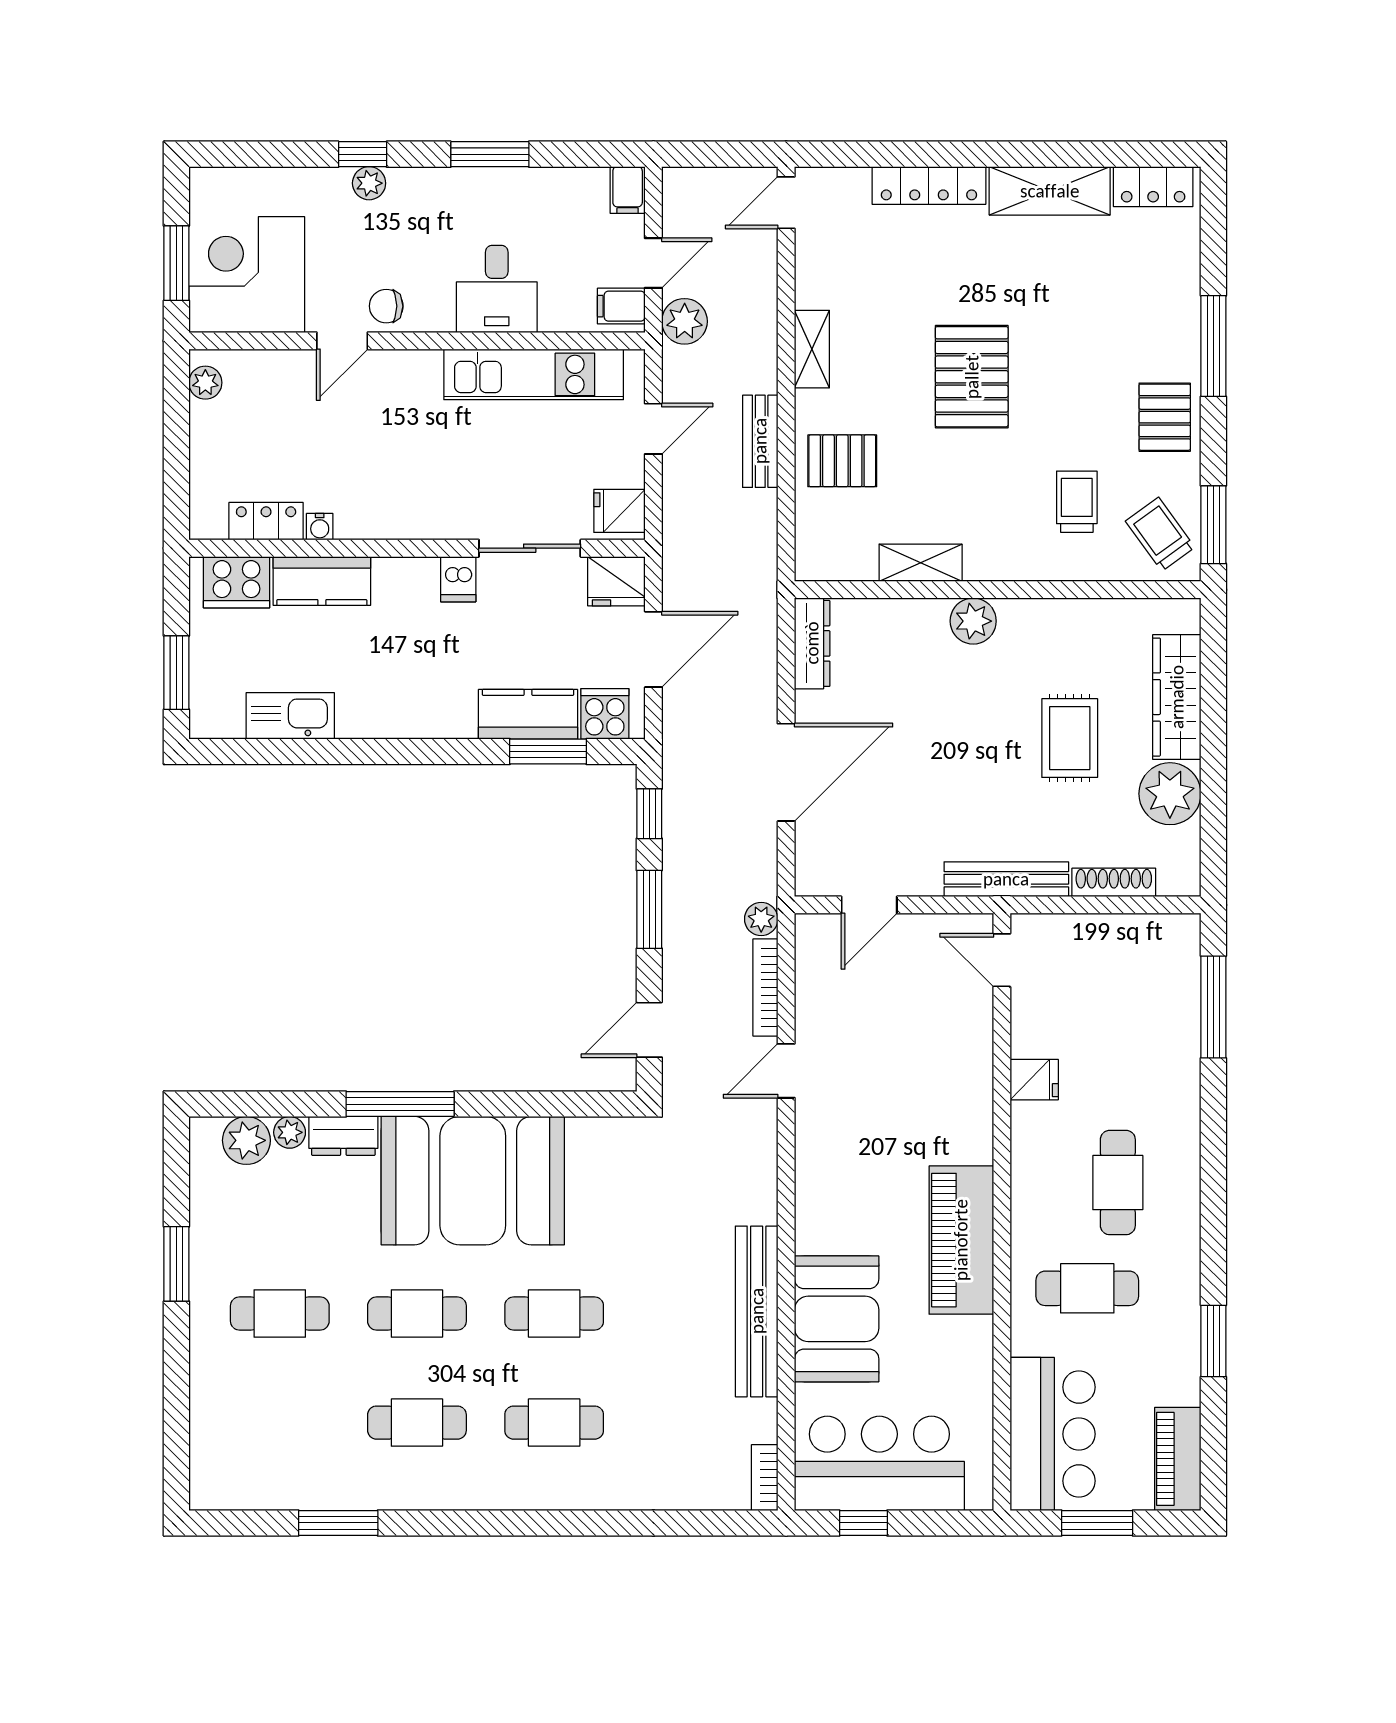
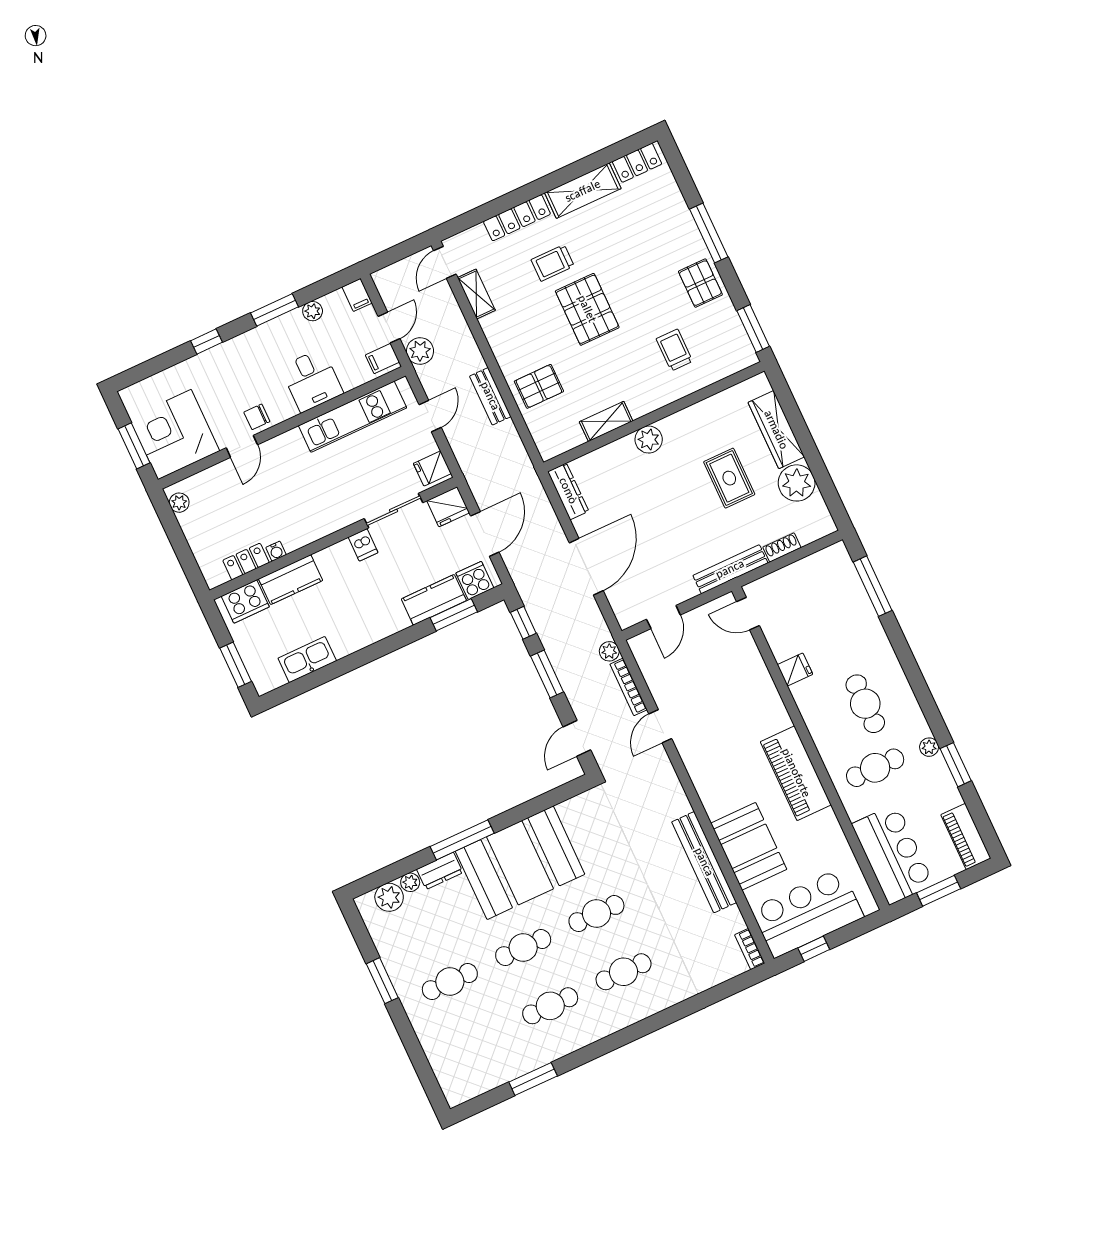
plant: (369, 183) -> (313, 311), moved
shelving: (812, 349) -> (476, 294), moved
trolley: (1160, 534) -> (553, 263), moved, turned -54
shoe rack: (1114, 882) -> (782, 547), width x0.70
plant: (1185, 1295) -> (929, 747), added

